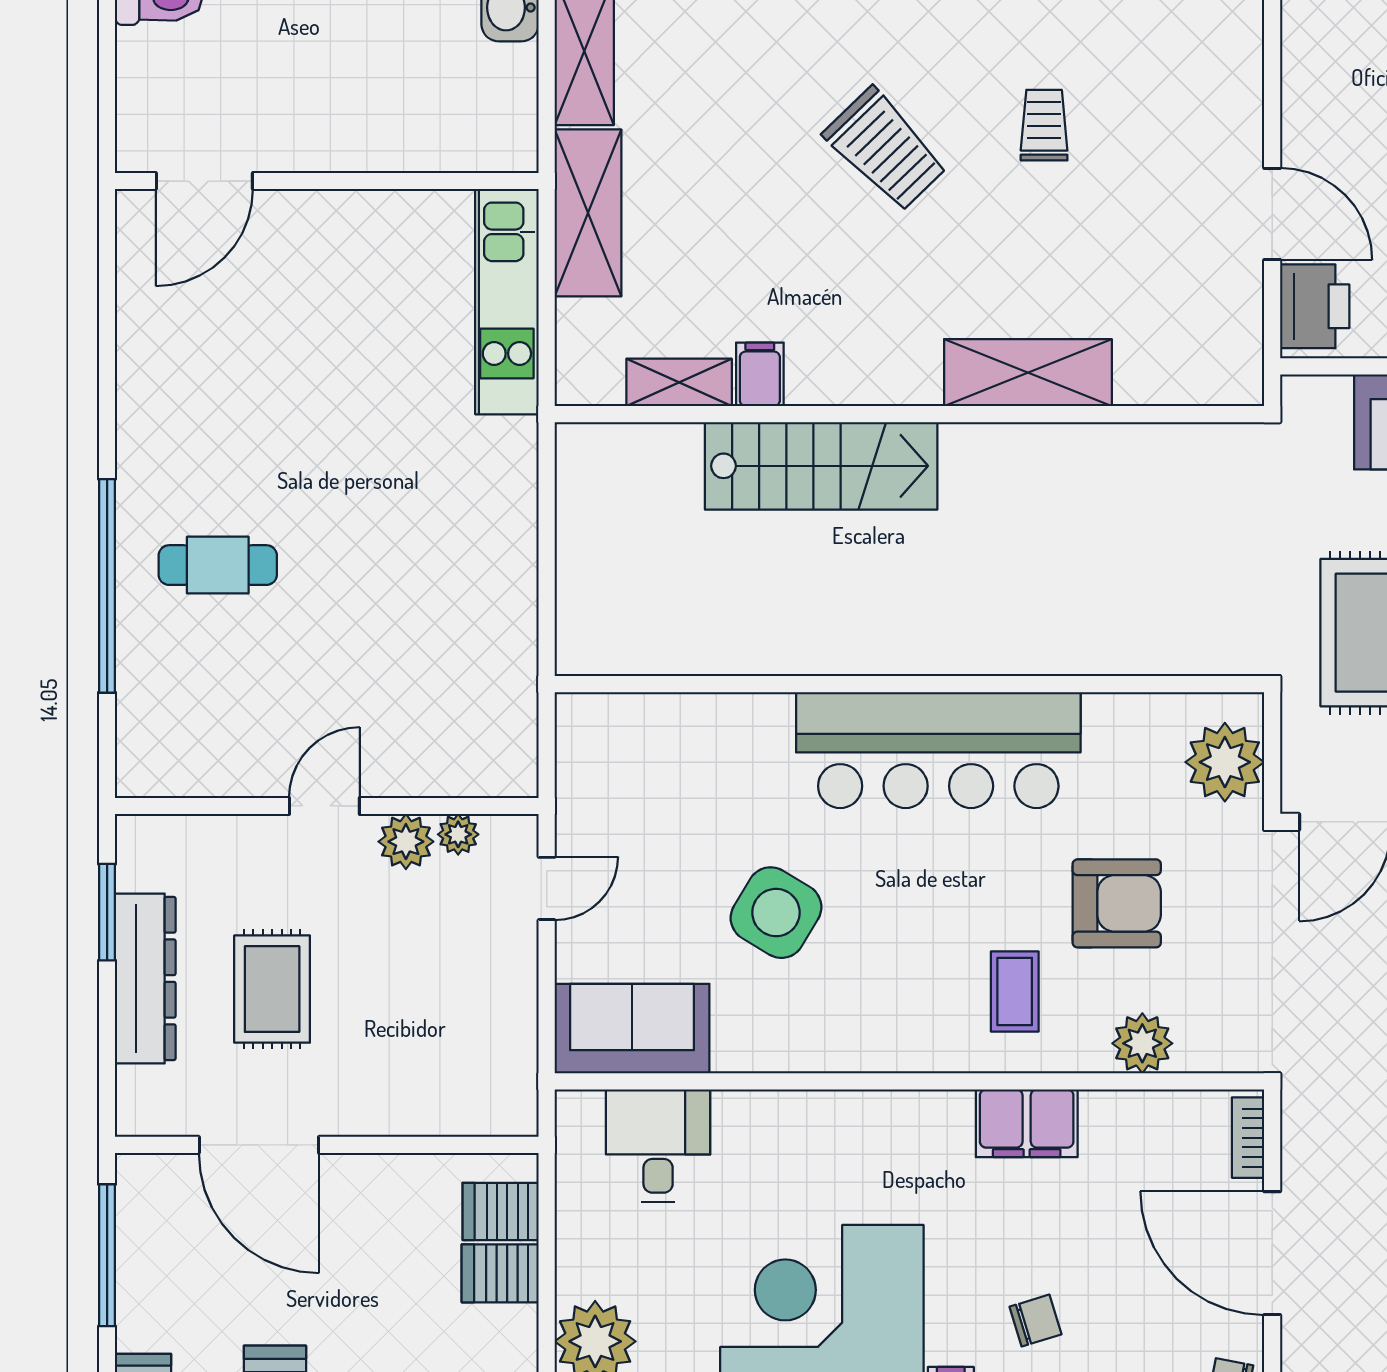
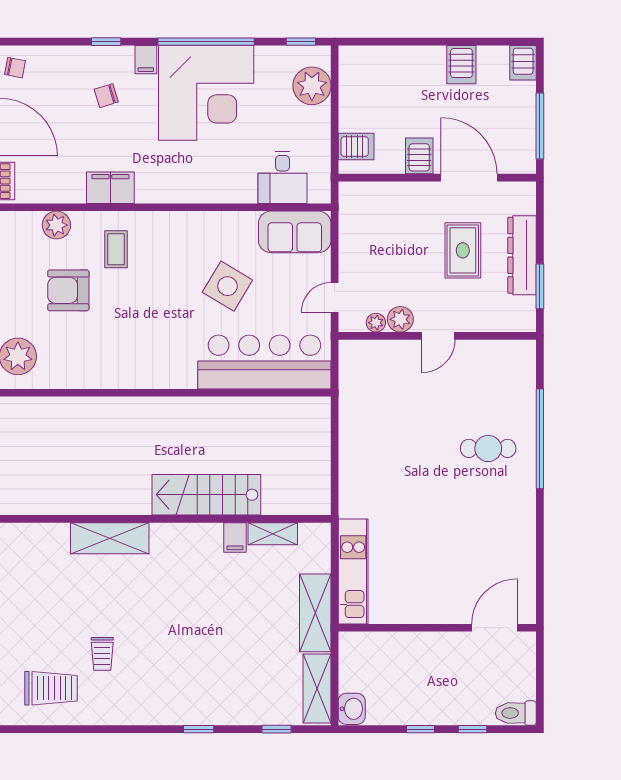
trolley: (885, 149) -> (51, 688), moved, turned 134
bar counter: (938, 750) -> (264, 362), moved
server rack: (500, 1273) -> (419, 156), moved, turned -90

